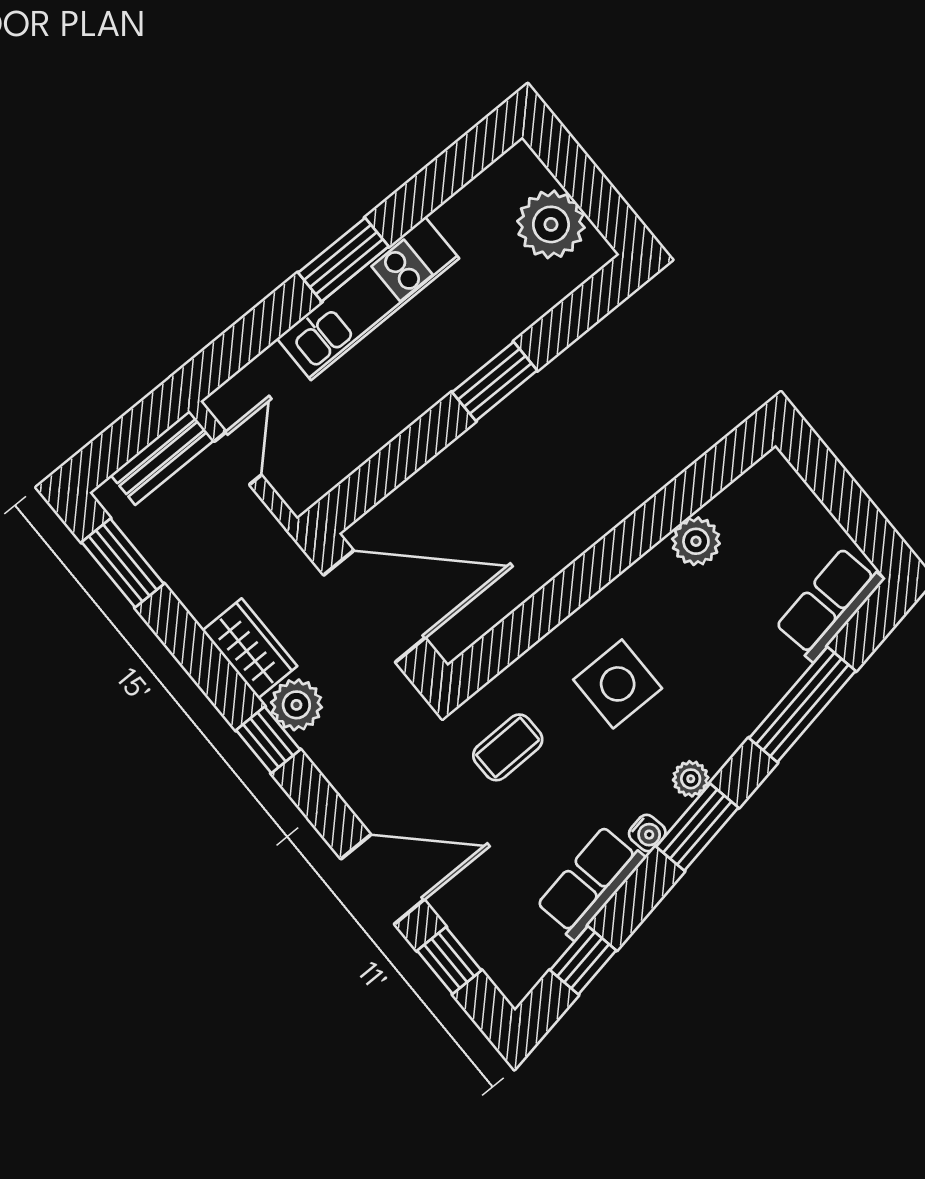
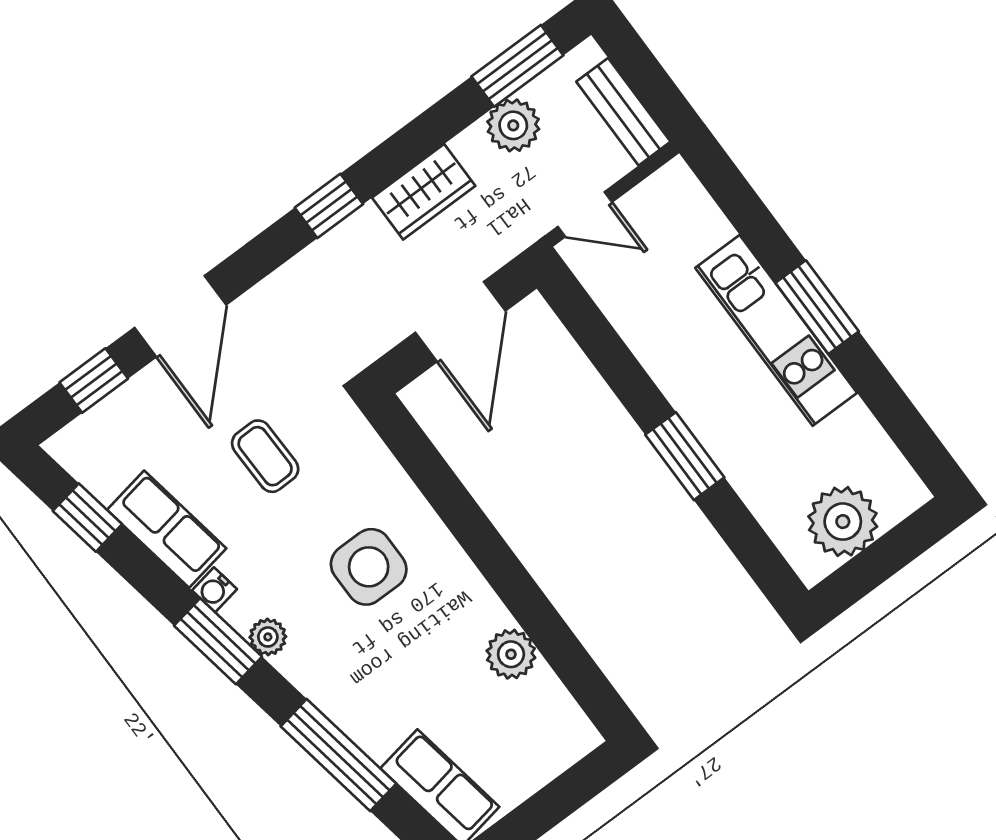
door: (238, 458) -> (585, 214), moved
door: (374, 606) -> (460, 322), width x0.73
plant: (296, 705) -> (513, 125), moved
coffee table: (508, 747) -> (265, 456), moved

